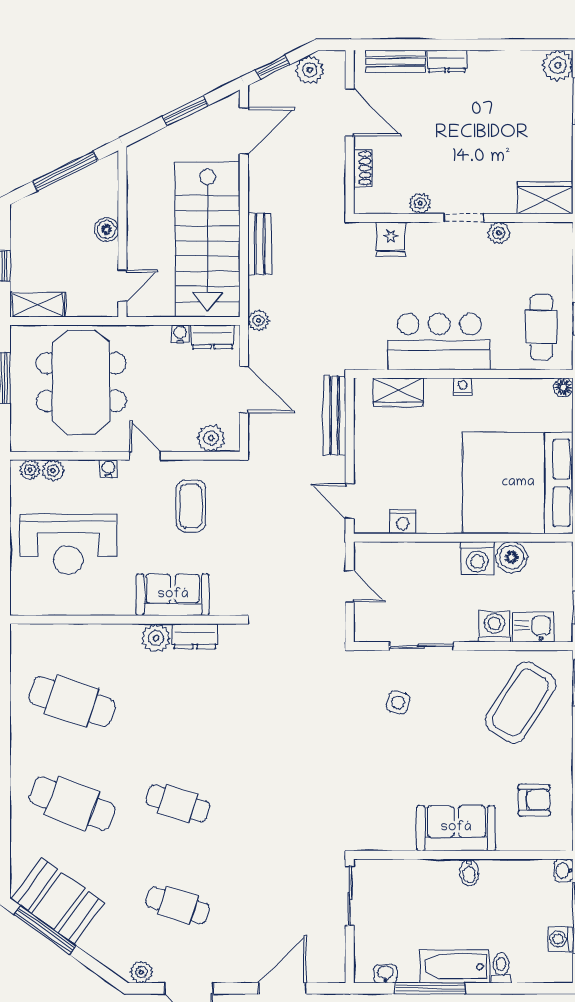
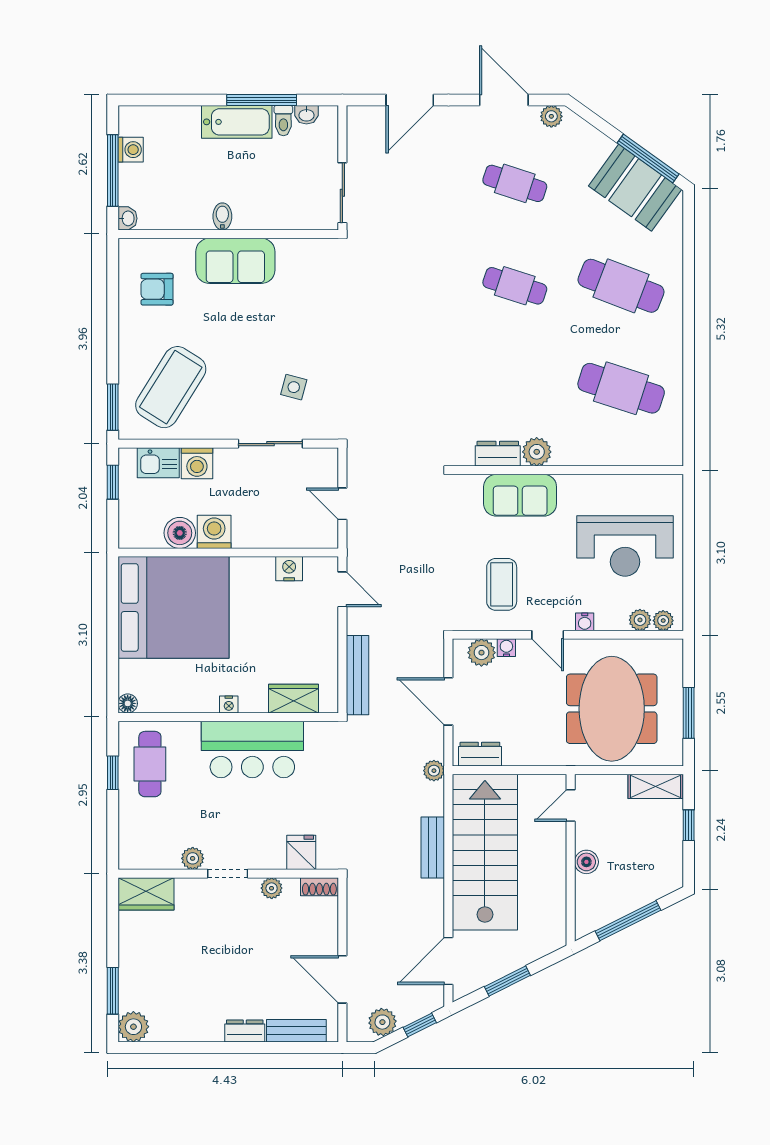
shoe rack: (363, 168) -> (319, 887), moved, turned -90
water cooler: (180, 334) -> (506, 648), moved, turned 180
reception desk: (68, 544) -> (625, 546), turned 180
toilet: (501, 968) -> (283, 121), moved

